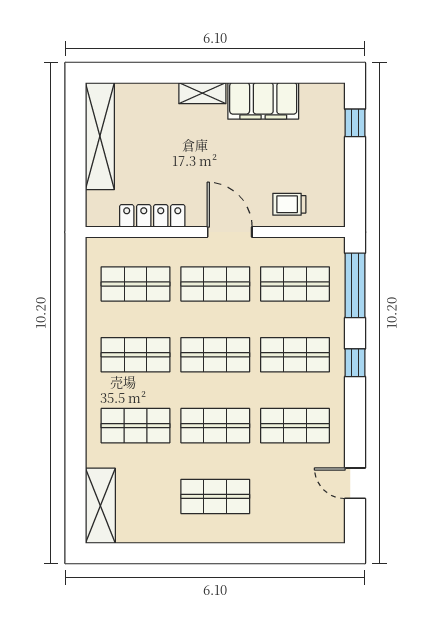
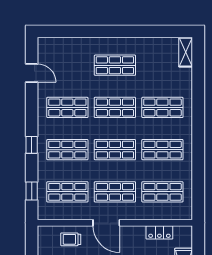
trolley: (289, 204) -> (71, 239), turned 180
locker: (152, 216) -> (159, 232), width x0.66
window: (355, 285) -> (32, 191), width x0.46
shelving: (100, 506) -> (186, 52), width x0.67, depth x0.75

